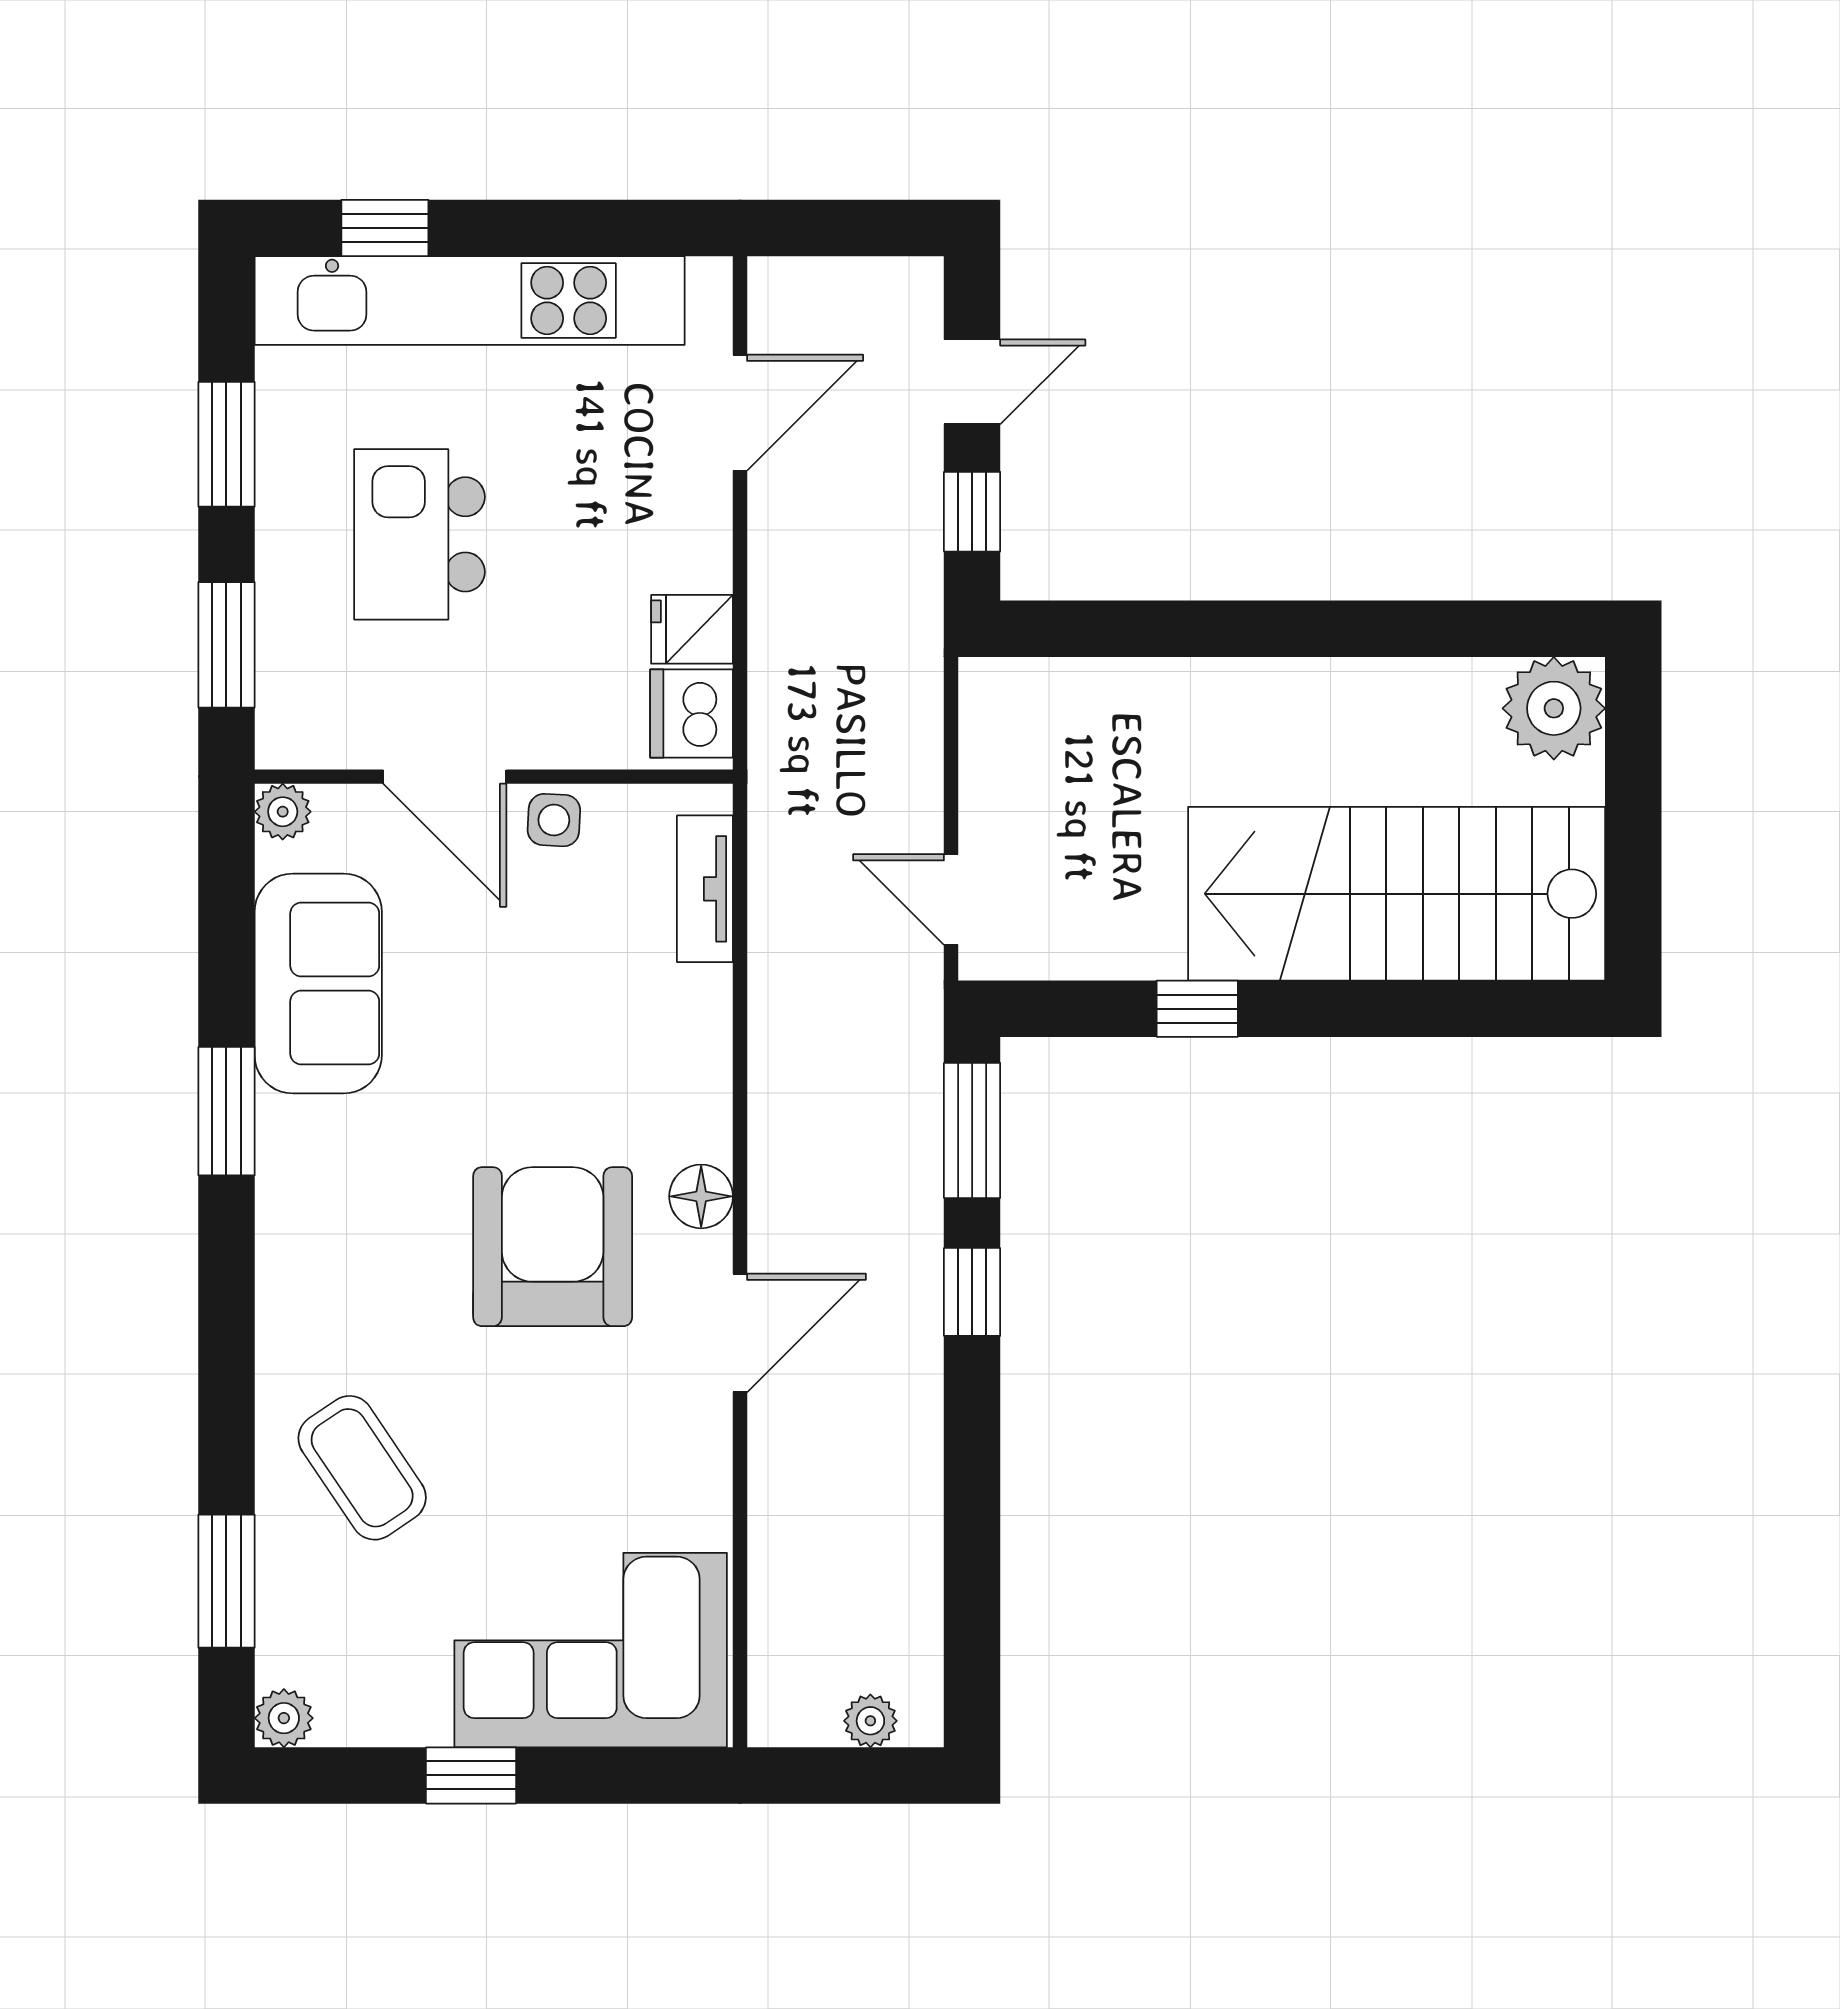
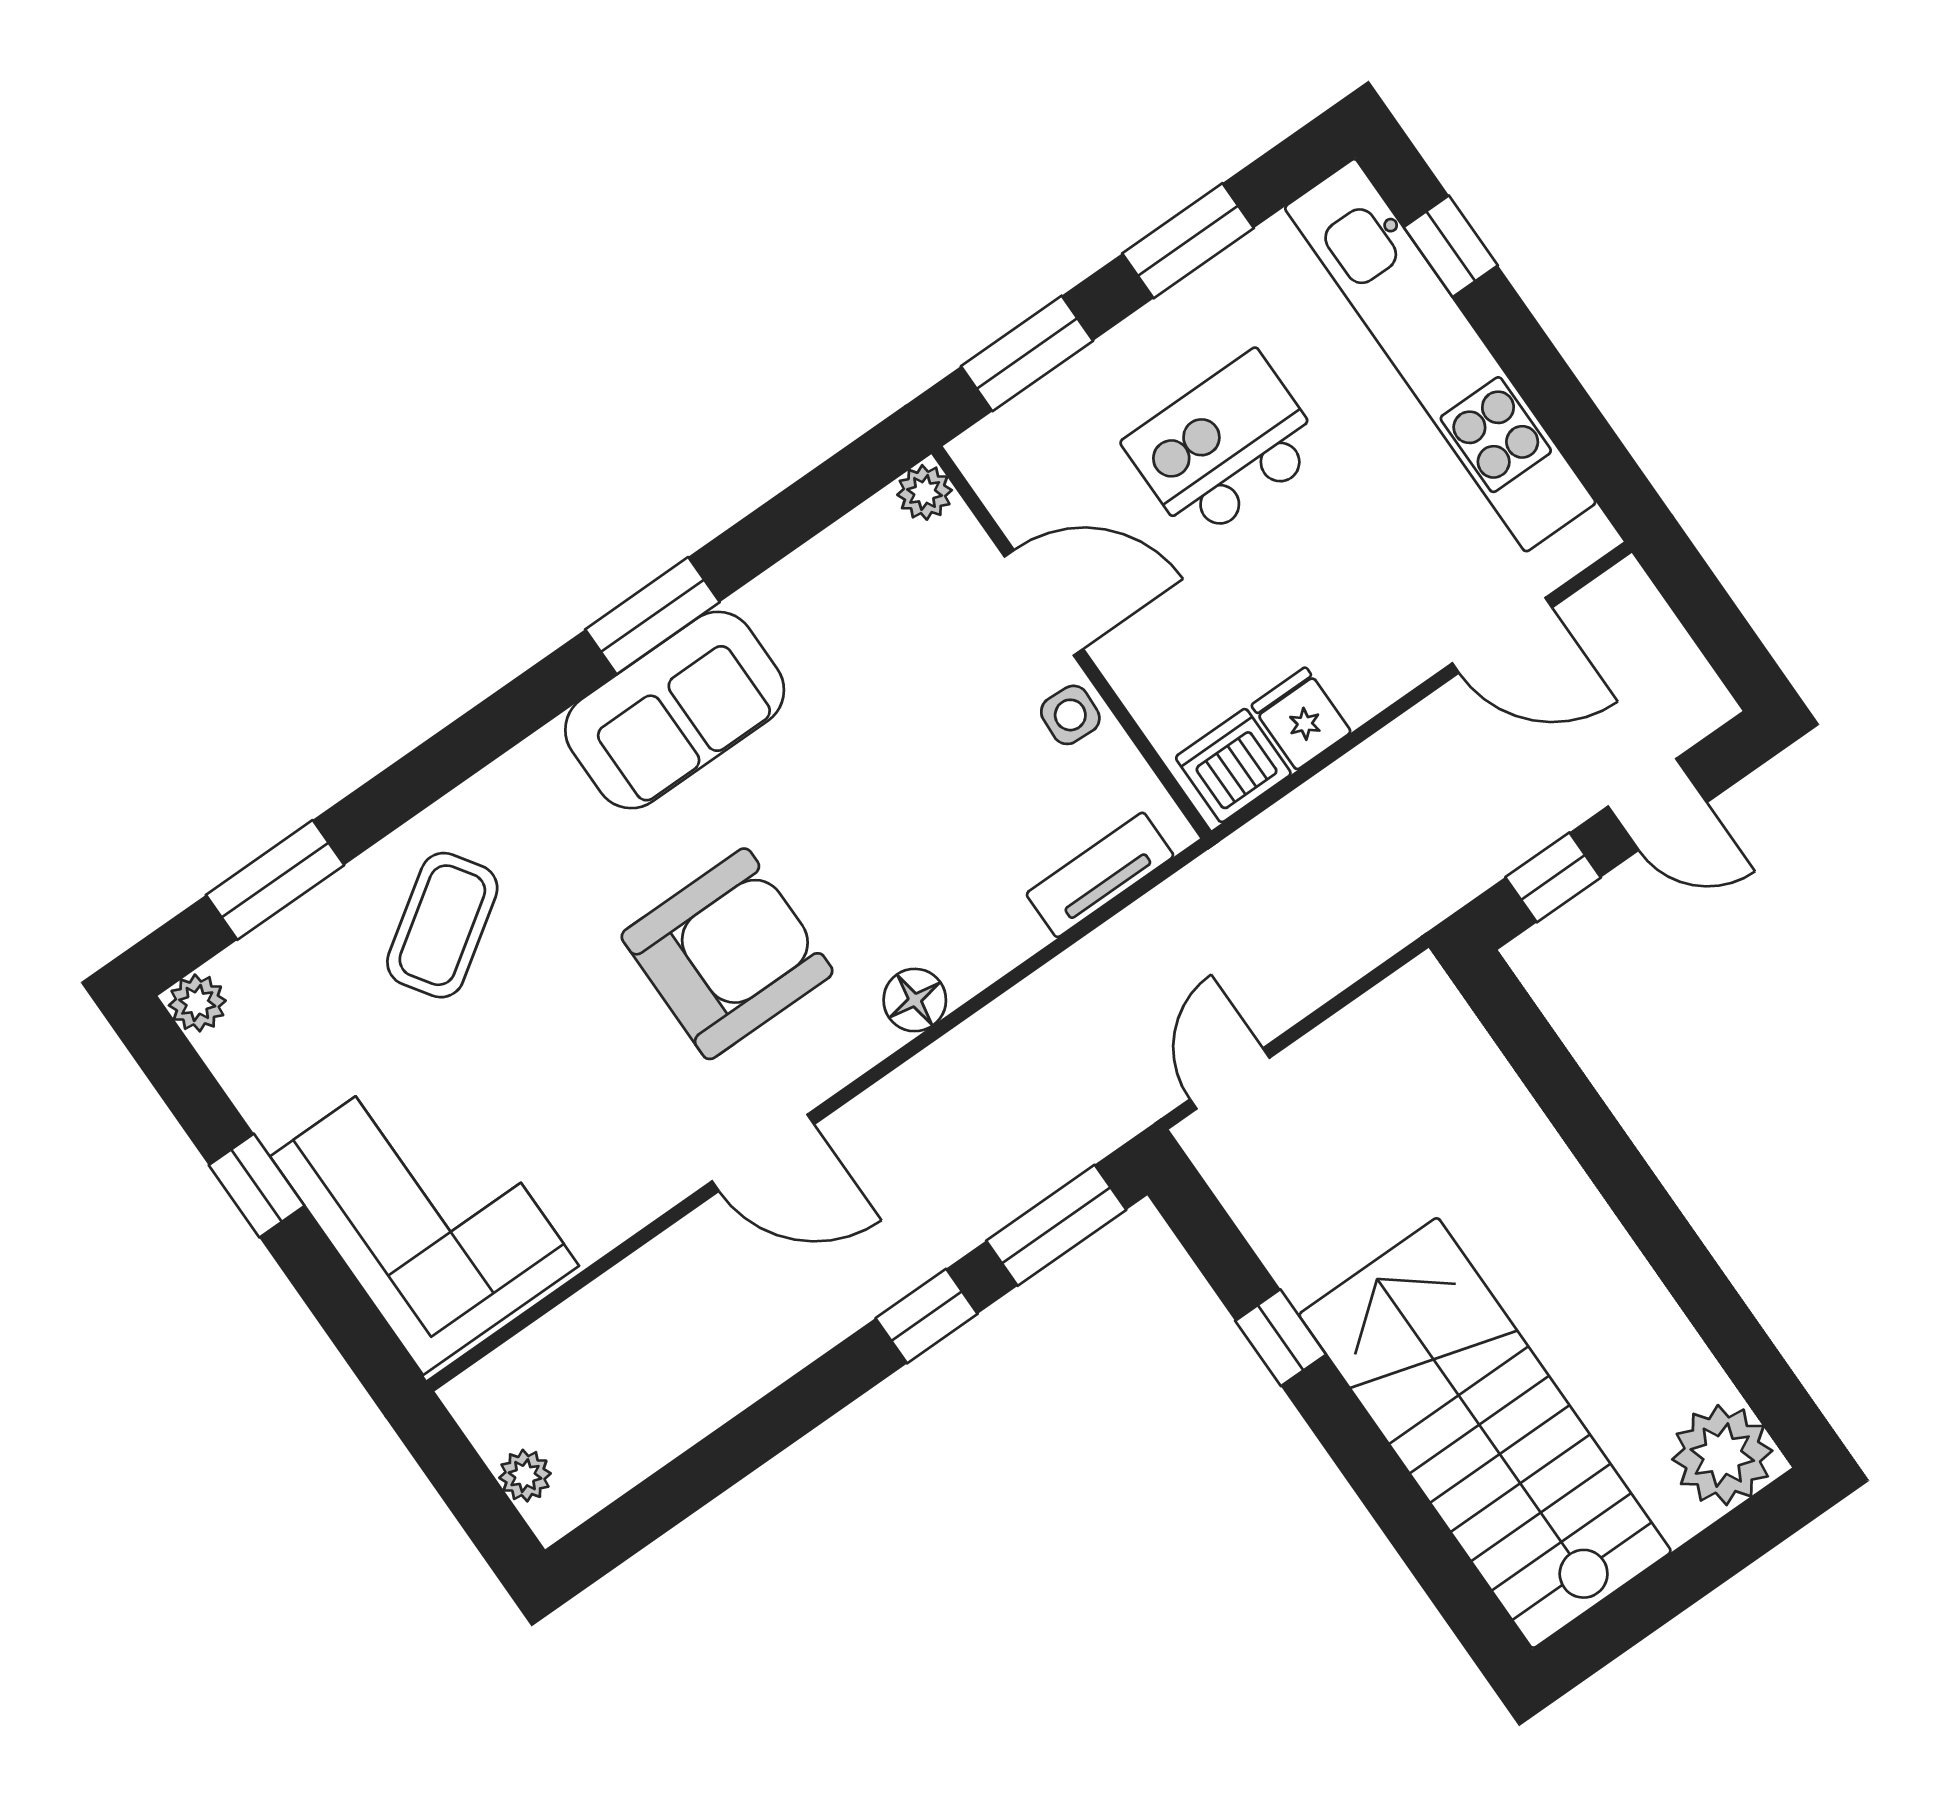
door: (445, 777) -> (1044, 603), swing flipped
sofa: (318, 984) -> (675, 710), moved
floor lamp: (701, 1196) -> (915, 1000), moved

